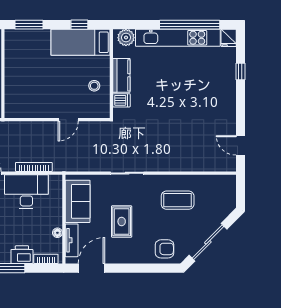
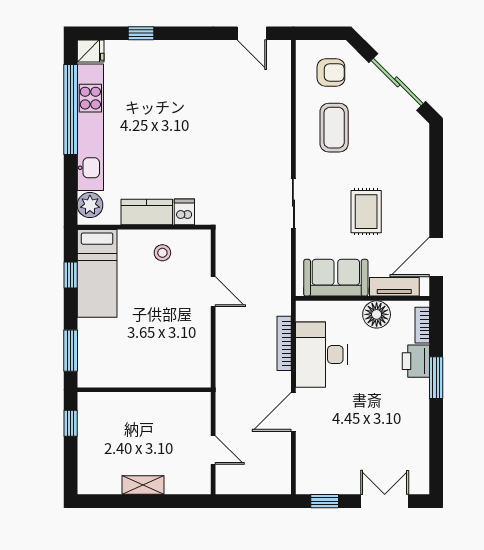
door: (240, 145) -> (252, 33), hinge flipped
rug: (122, 221) -> (366, 212), turned 90
floor lamp: (57, 233) -> (377, 314), width x1.89, depth x1.89
armchair: (164, 249) -> (331, 73), moved, turned 90
door: (91, 268) -> (436, 257), hinge flipped

